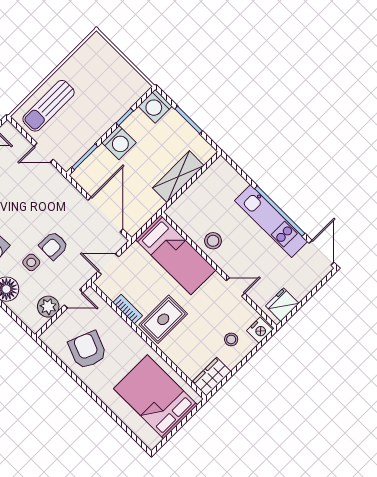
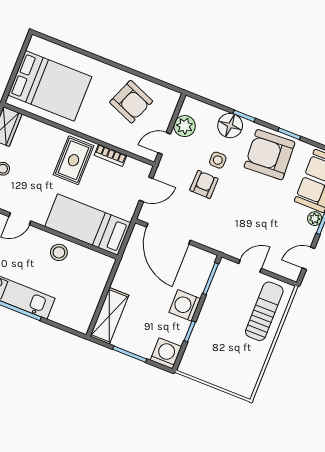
shelving: (178, 177) -> (109, 316), moved

